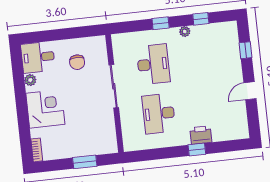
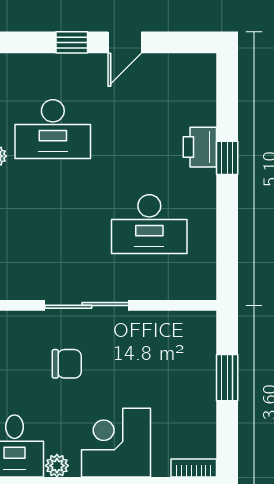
window: (245, 50) -> (72, 42), moved
chair: (77, 62) -> (67, 364), moved
desk: (153, 64) -> (53, 129), moved, turned 180
door: (250, 91) -> (125, 42), hinge flipped

